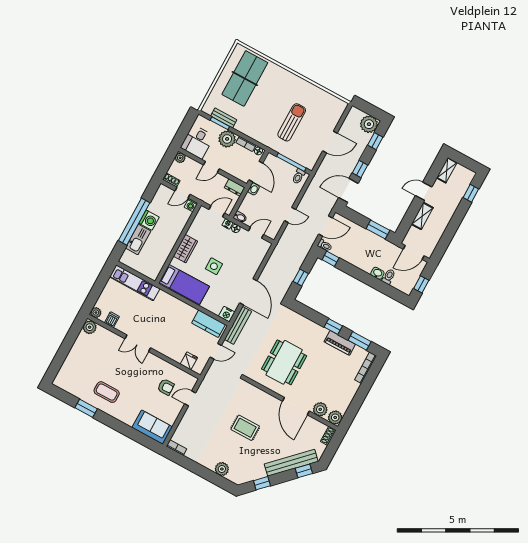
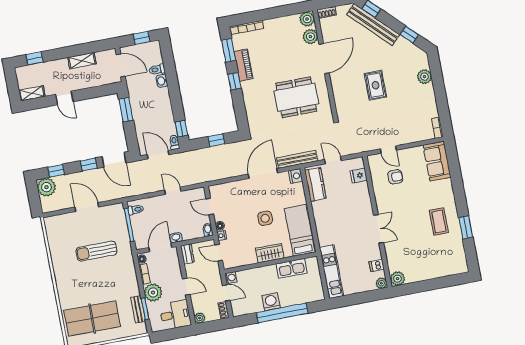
shelving: (422, 216) -> (82, 61), moved
kitchen sink: (138, 240) -> (292, 268), moved, turned 180
armchair: (166, 387) -> (395, 177), turned 92

